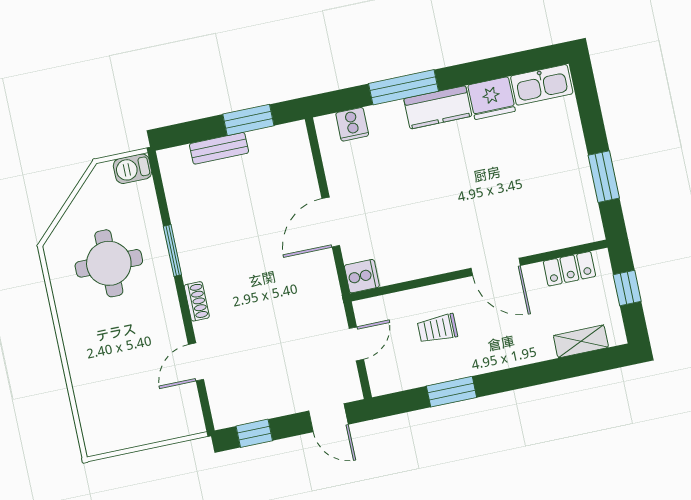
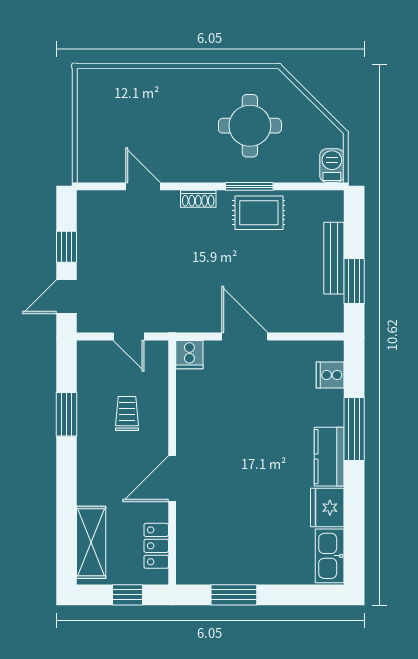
bench: (219, 148) -> (334, 258), width x1.36
rug: (198, 235) -> (259, 213), added
shelving: (581, 341) -> (91, 542), width x1.50, depth x1.33
window: (254, 433) -> (66, 247), moved

